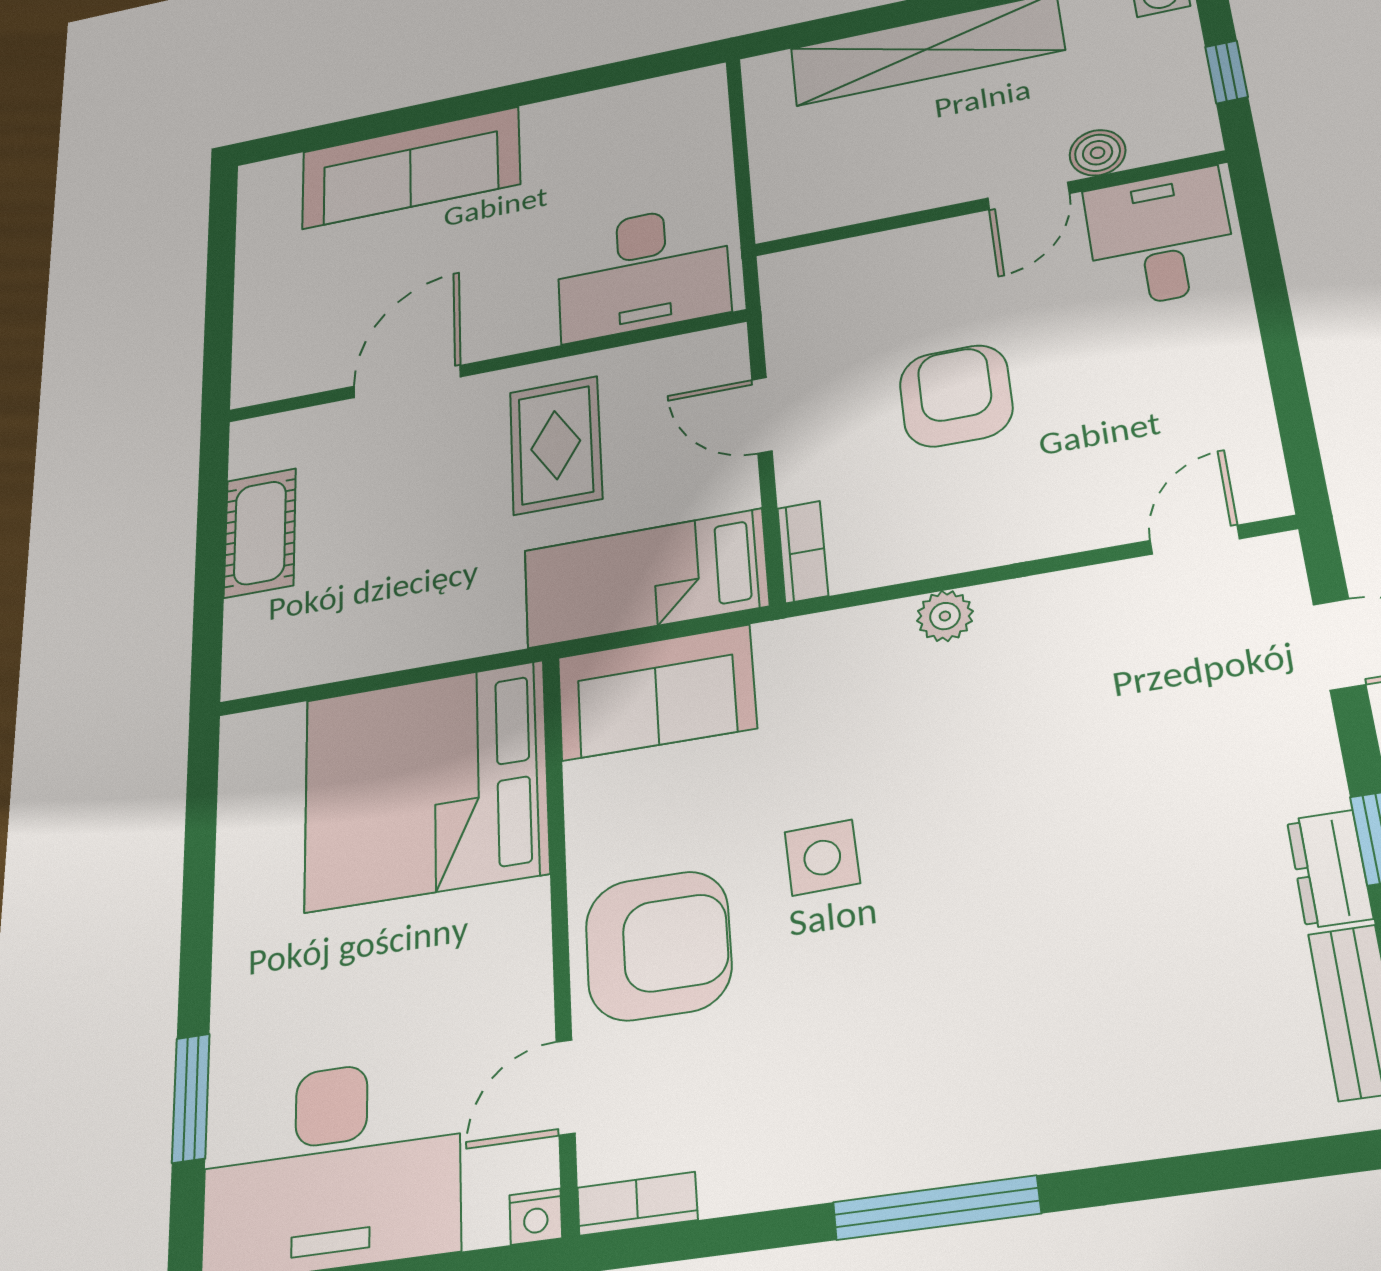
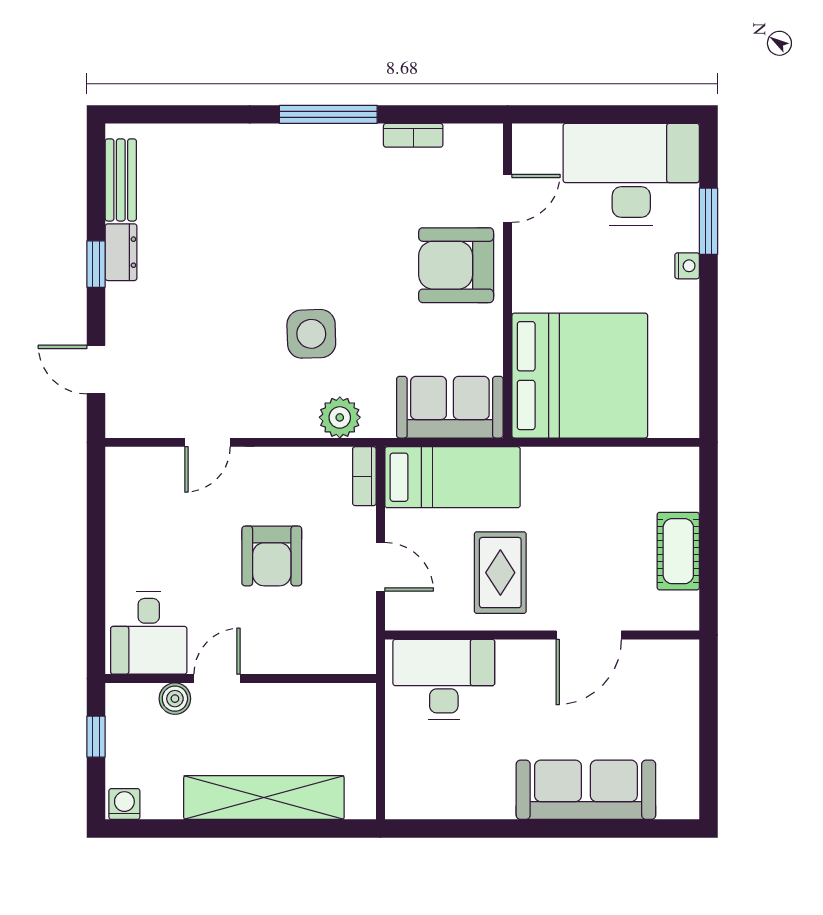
door: (1195, 540) -> (207, 442), moved
plant: (945, 616) -> (340, 417), moved, width x1.38, depth x1.38
side table: (822, 858) -> (311, 334), moved, width x1.37, depth x1.37
bookcase: (637, 1204) -> (413, 135), moved
nightstand: (536, 1217) -> (687, 266), moved, turned 90

